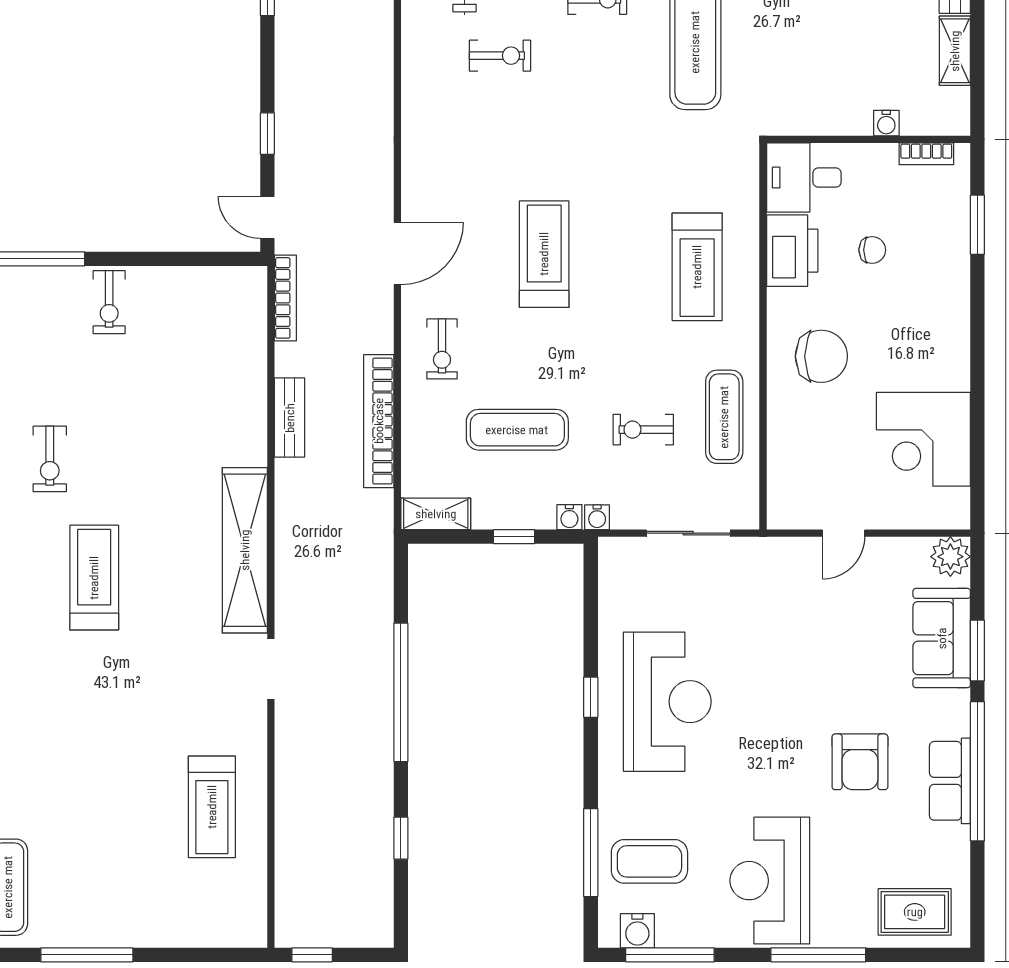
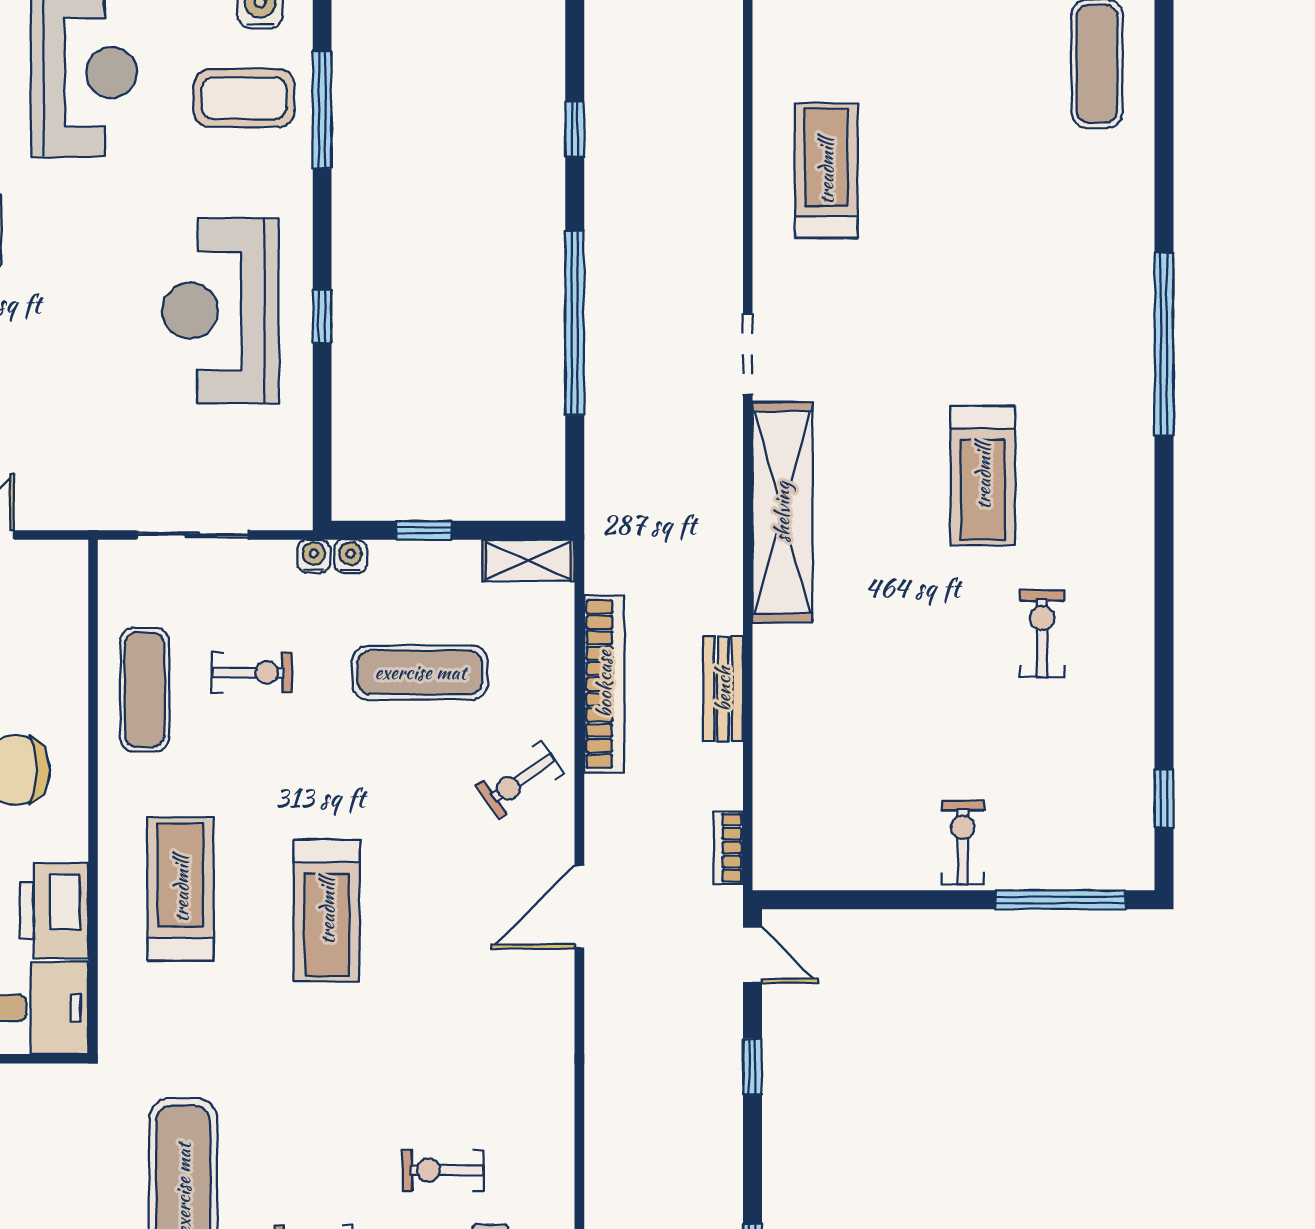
treadmill: (544, 254) -> (327, 911), moved
bookcase: (285, 298) -> (728, 848), width x0.64
exercise bike: (442, 349) -> (520, 780), turned -125

